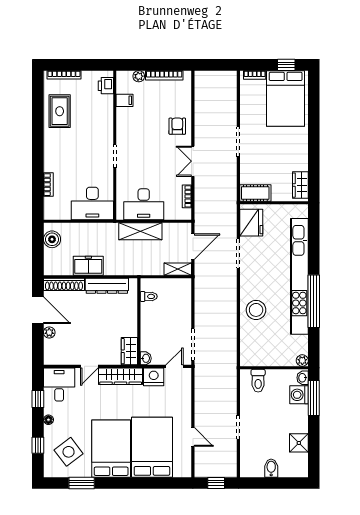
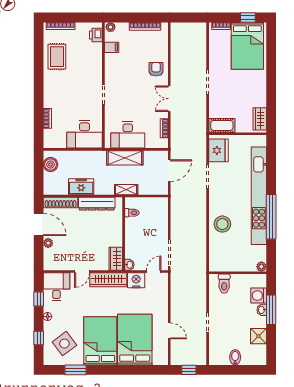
plant: (139, 76) -> (110, 27), moved
shelving: (178, 269) -> (126, 190), moved
washbasin: (303, 378) -> (262, 310), moved
window: (314, 398) -> (271, 310), moved

